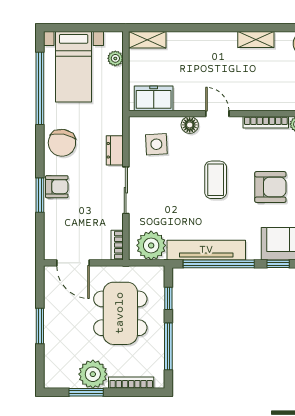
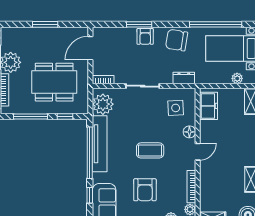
dresser: (115, 150) -> (184, 78), moved

